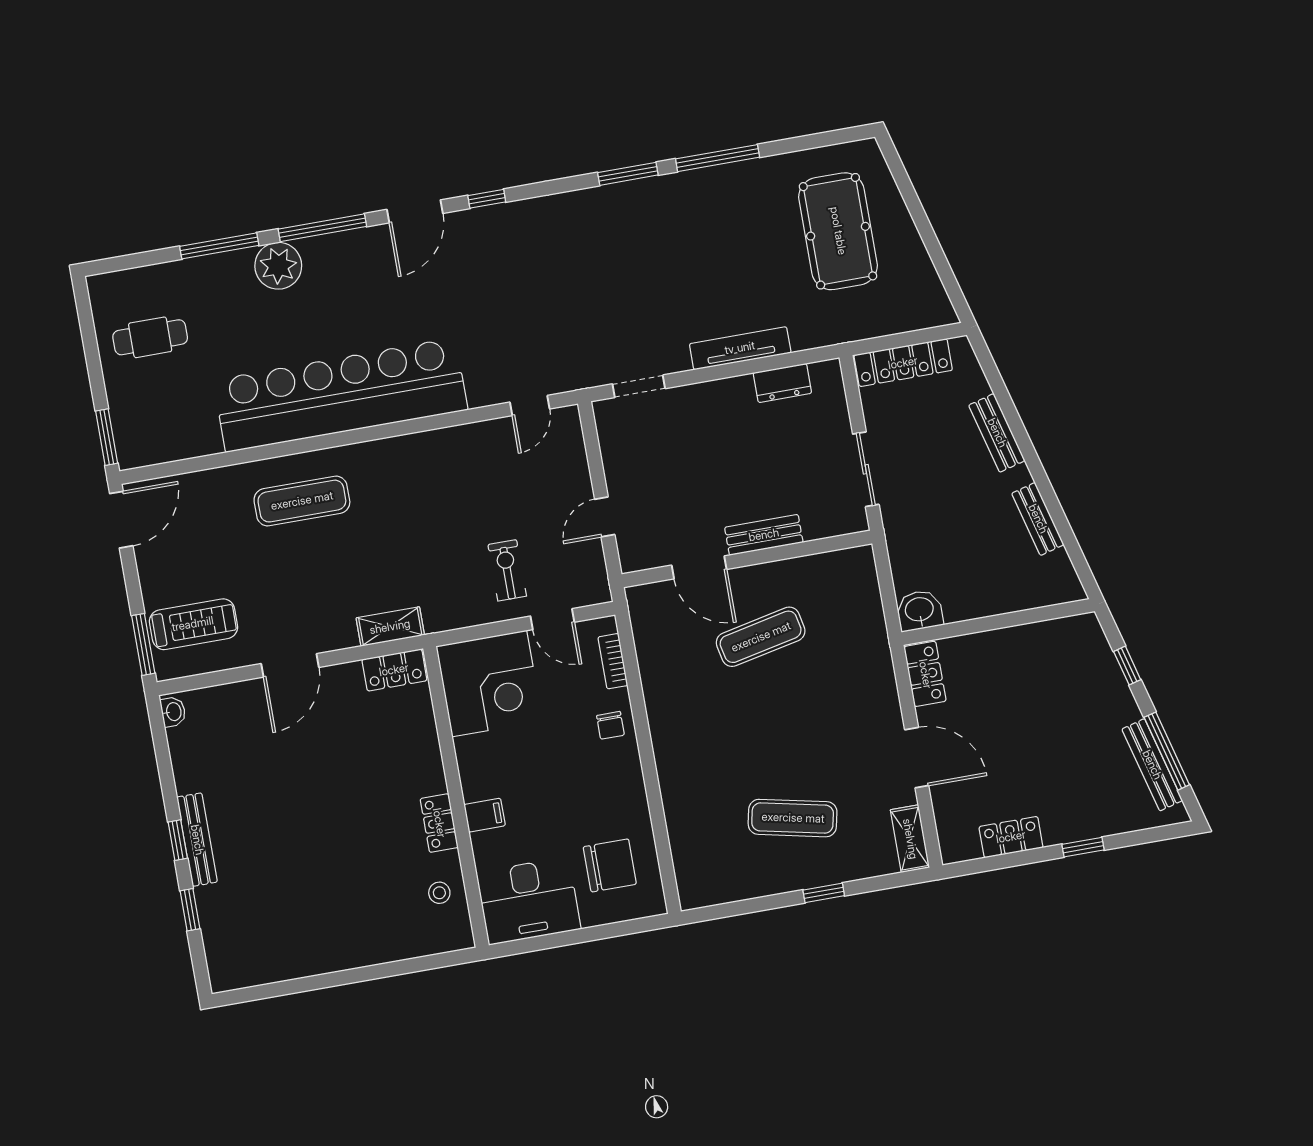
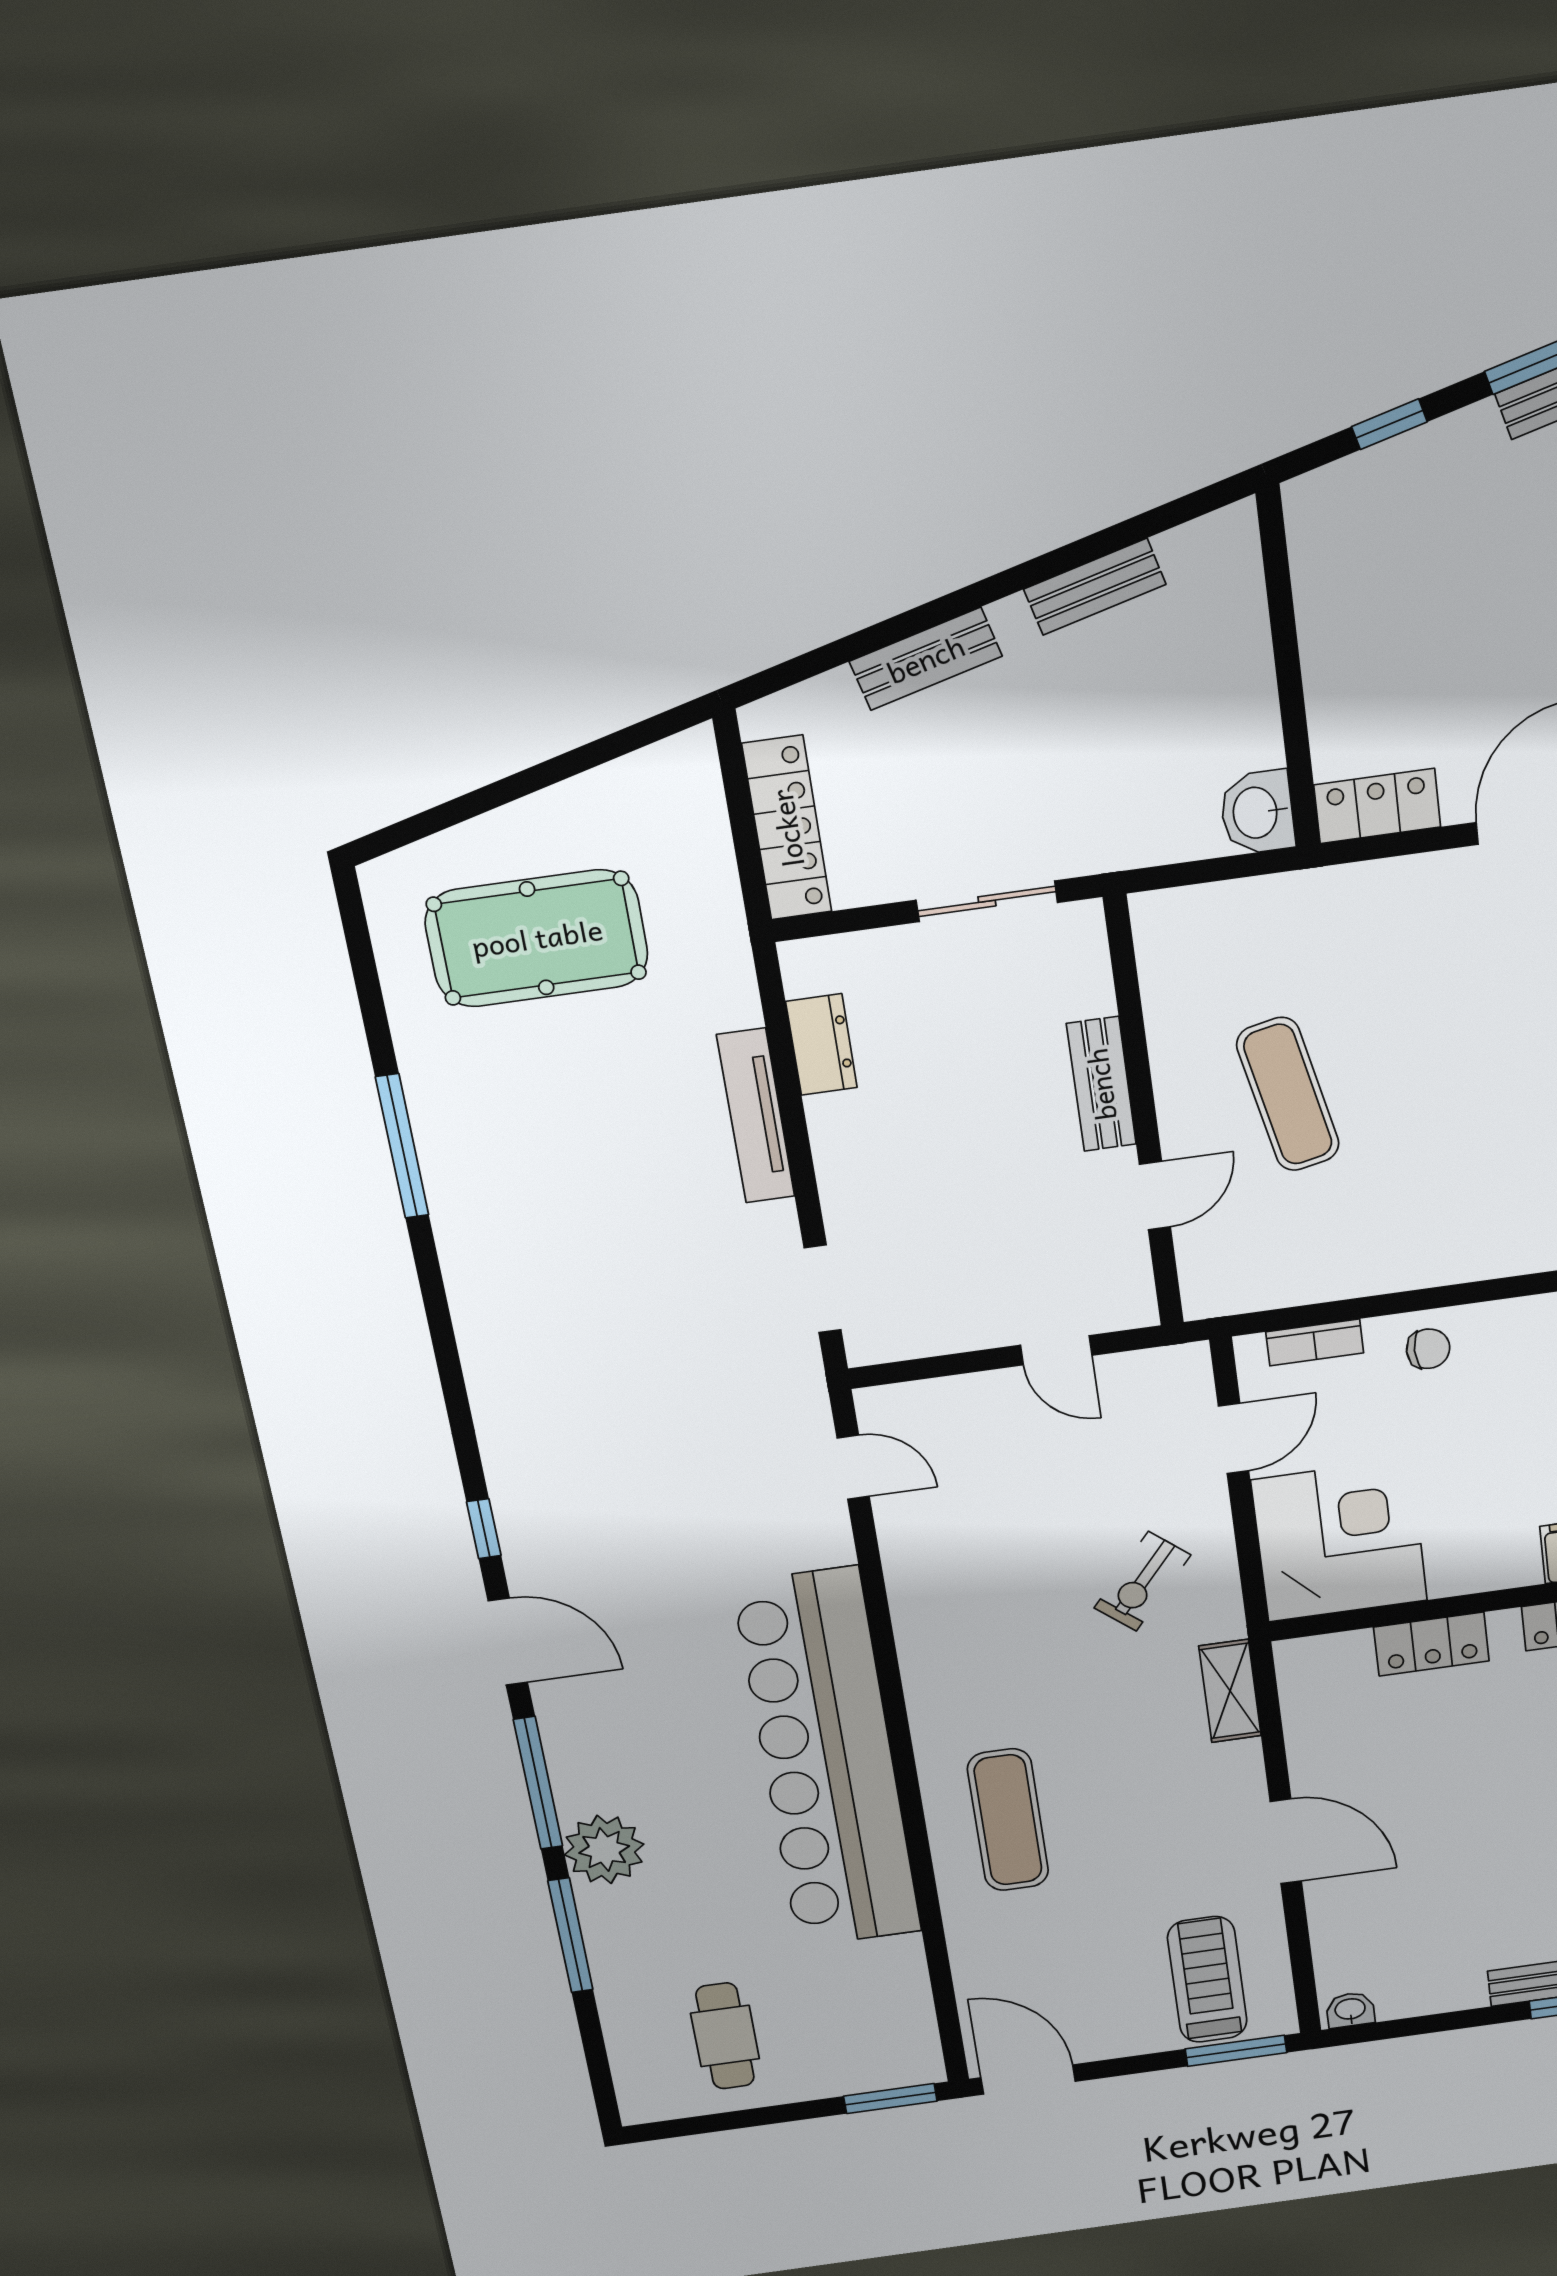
window: (628, 174) -> (435, 1298), removed
door: (699, 567) -> (1155, 1196), width x0.73
exercise bike: (507, 570) -> (1142, 1581), moved, turned -50
locker: (394, 670) -> (1431, 1644), moved, turned 90

